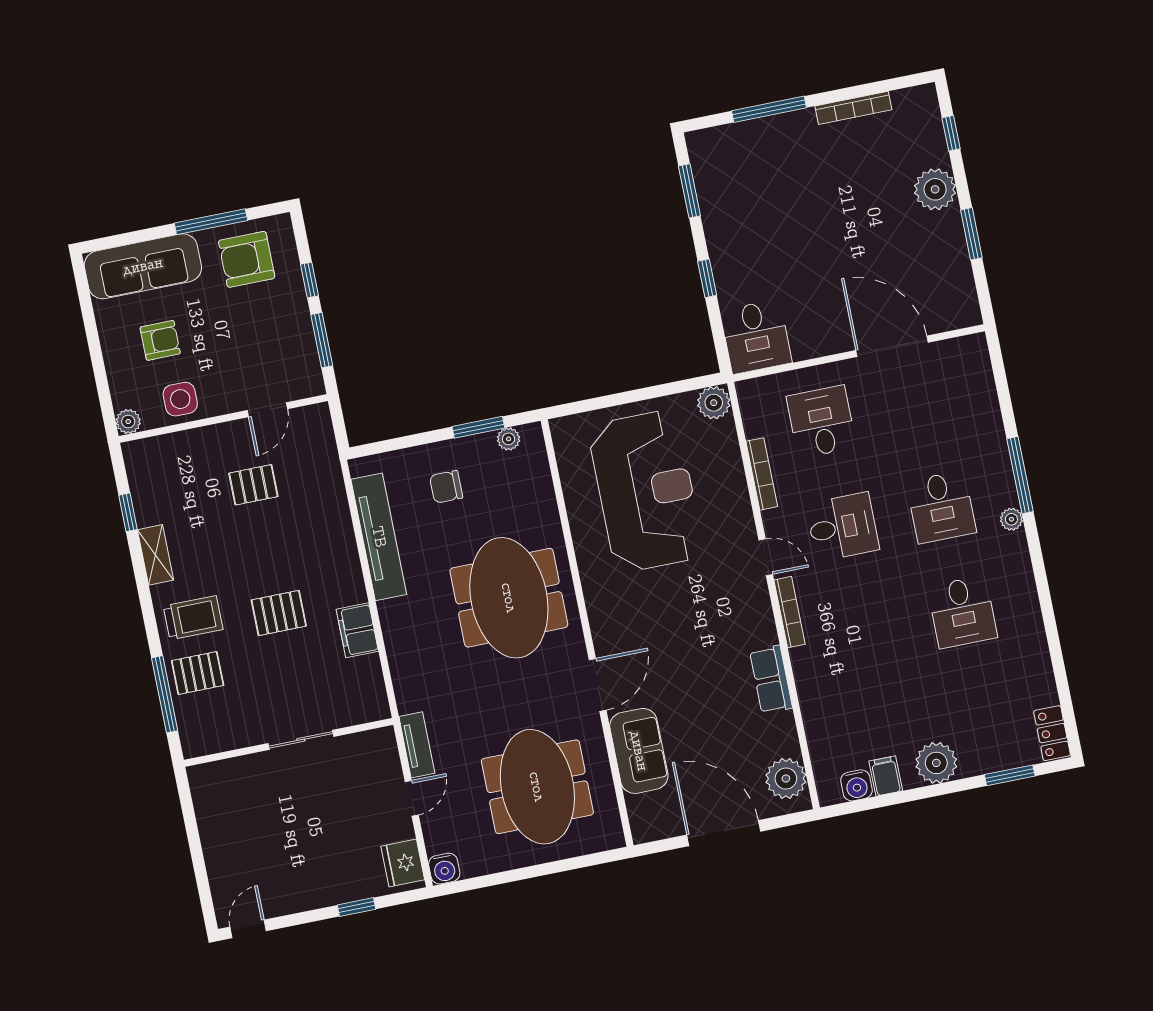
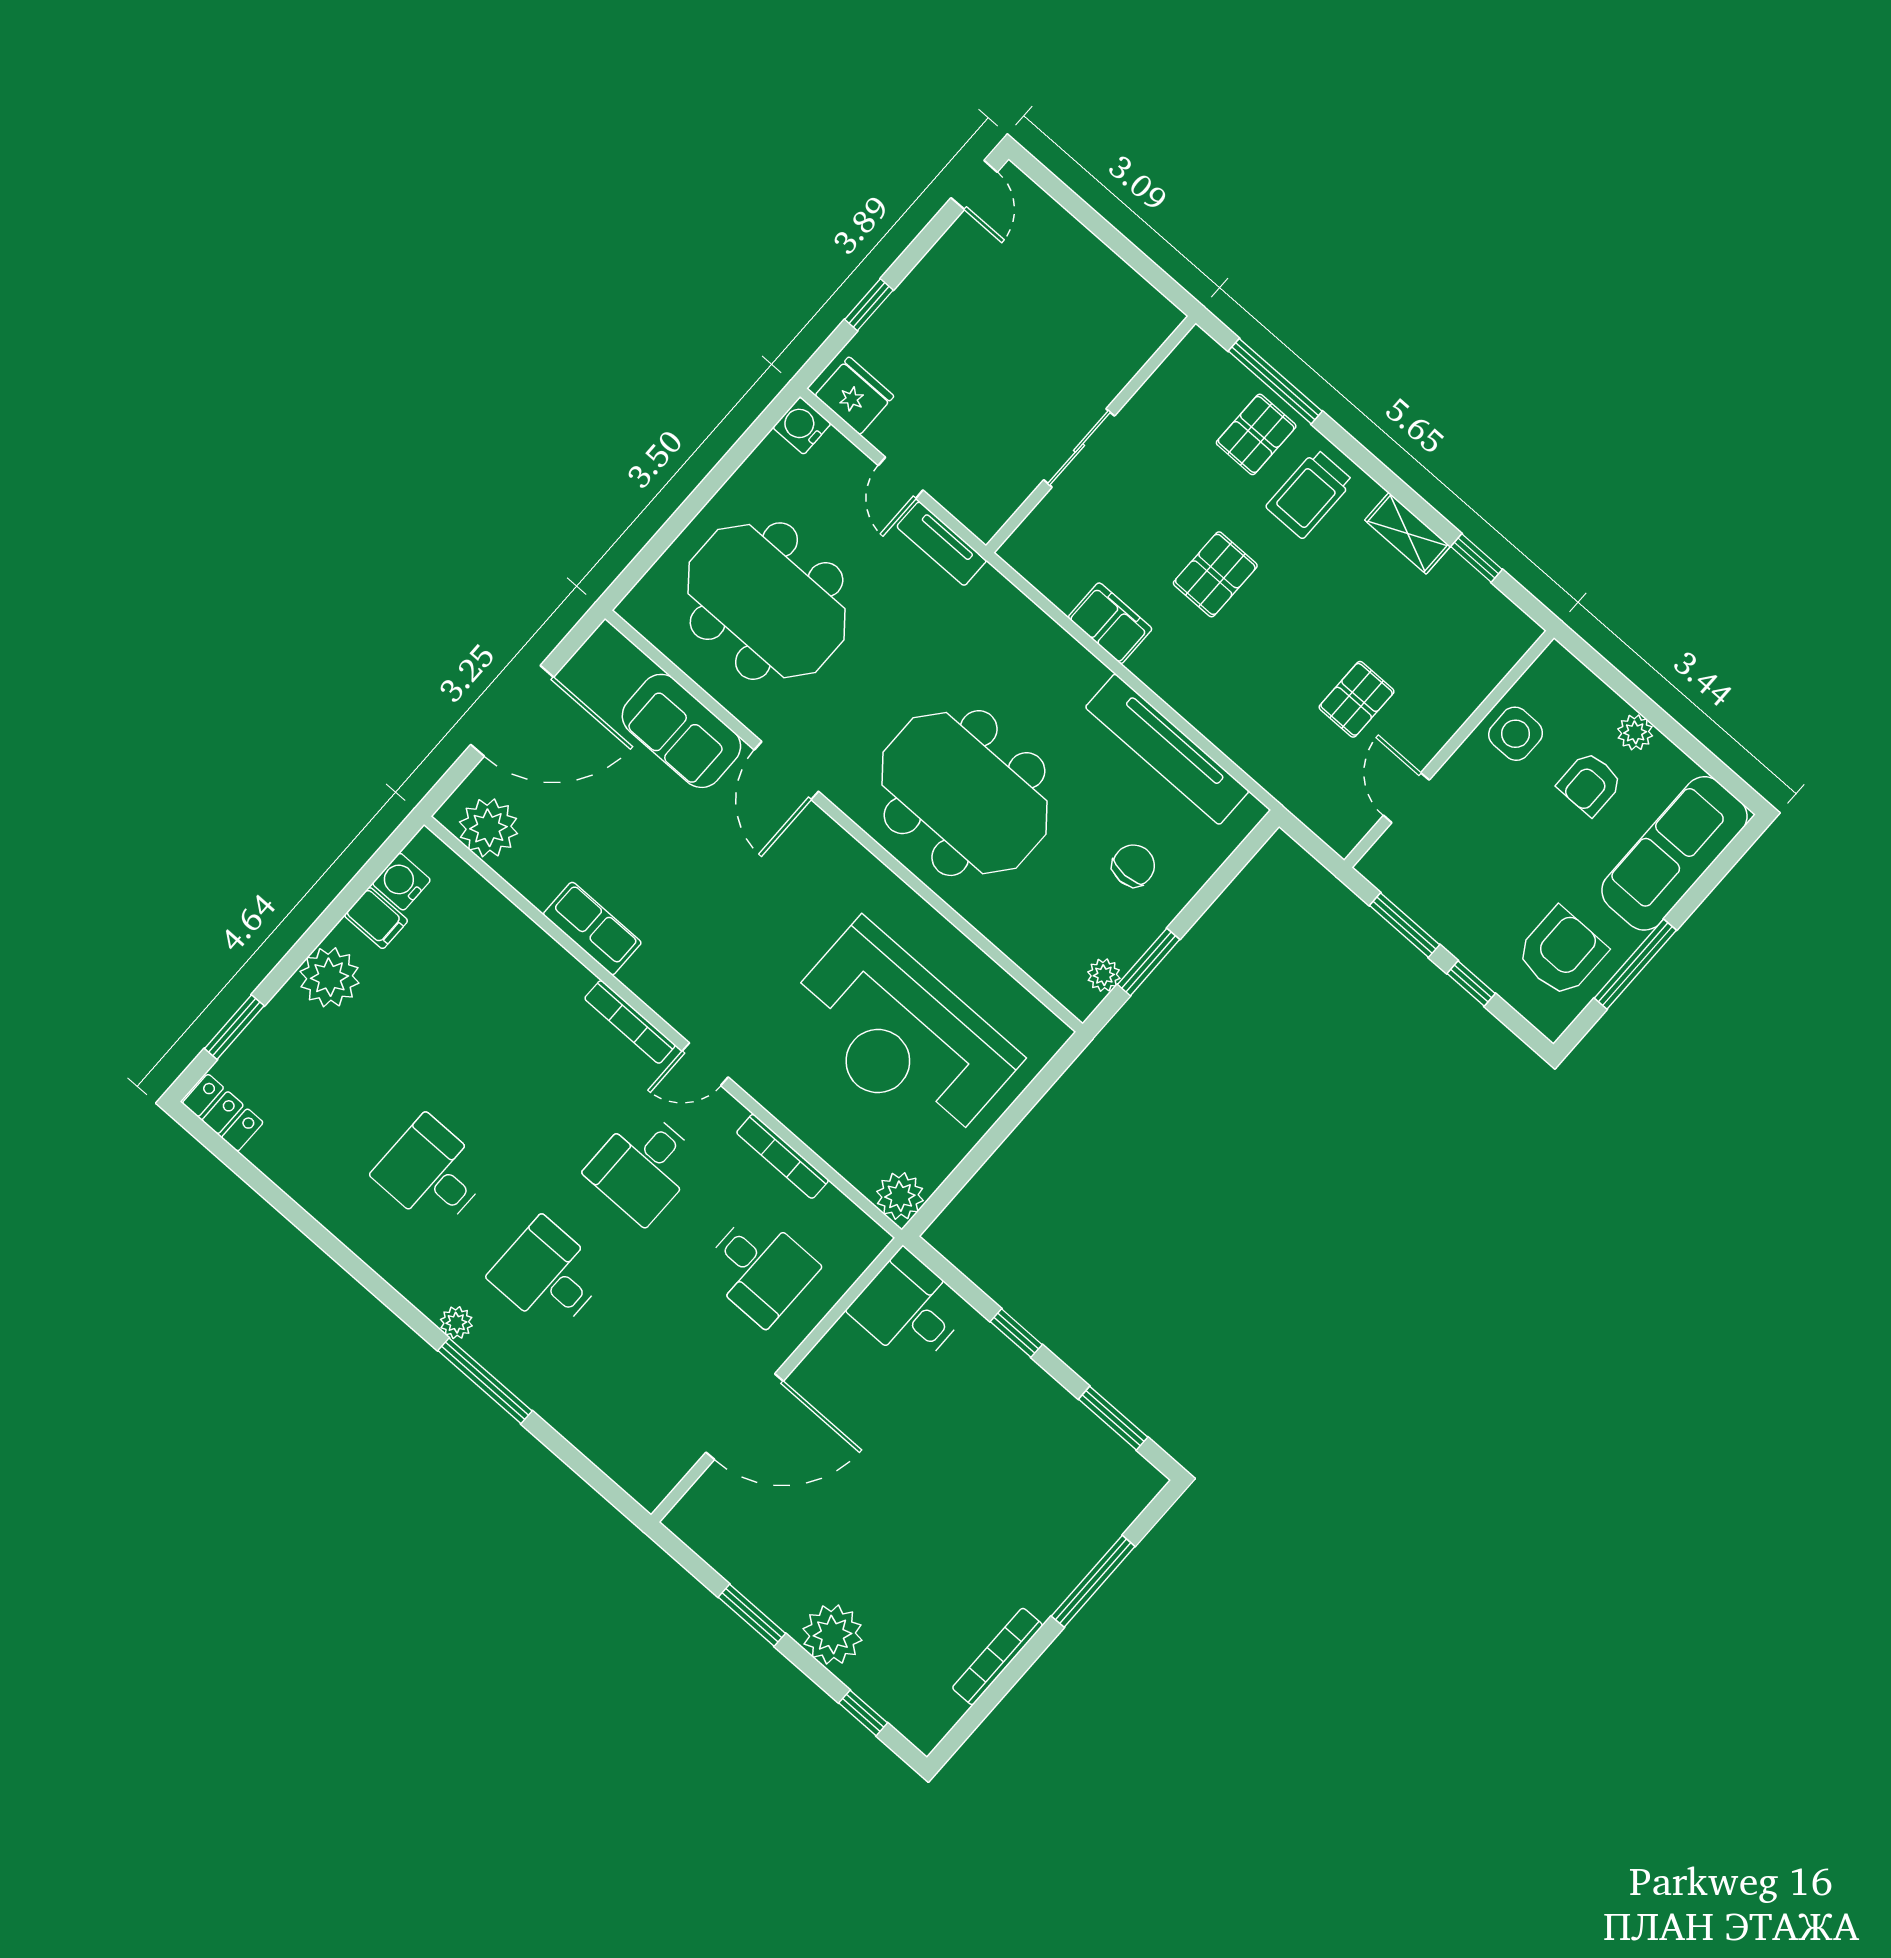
plant: (128, 421) -> (1635, 732), moved

